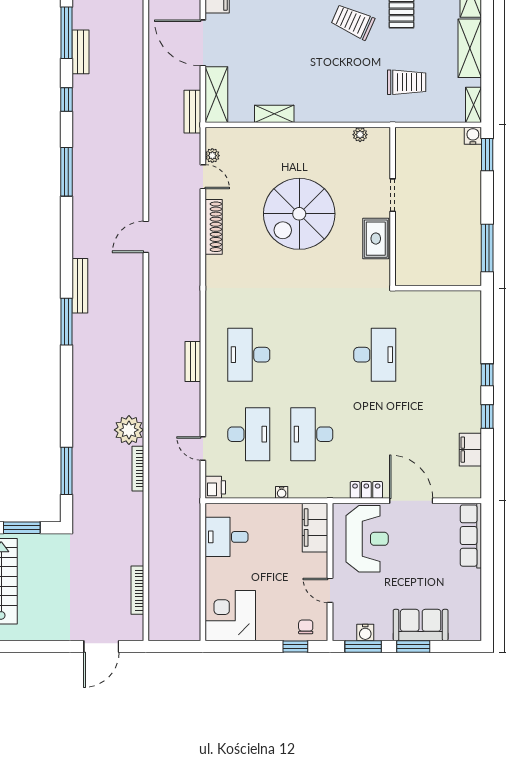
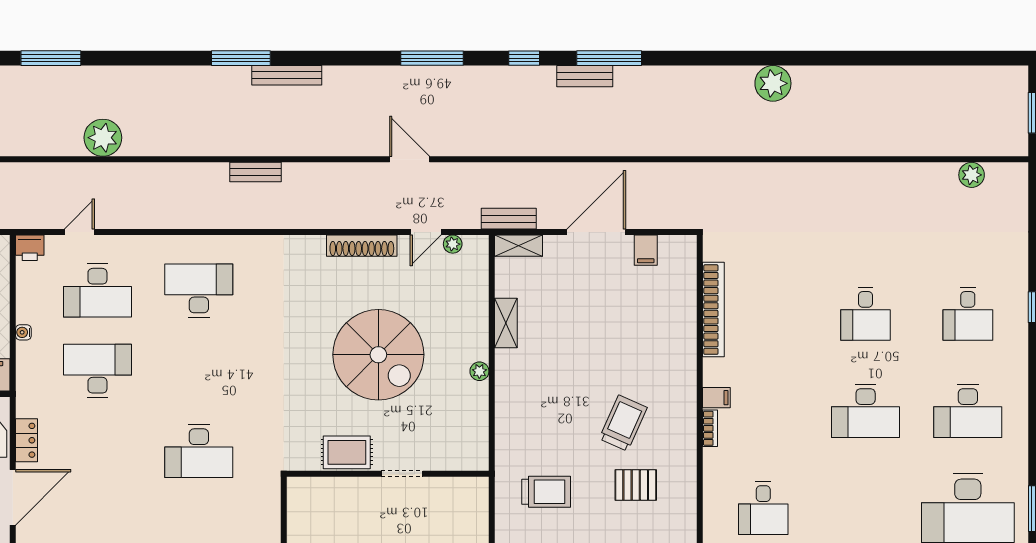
trolley: (407, 82) -> (546, 492), turned -90
shelving: (216, 95) -> (518, 246), width x0.67, depth x0.75
plant: (360, 135) -> (479, 371), moved
spiral stairs: (299, 214) -> (378, 355), turned 180
door: (146, 237) -> (410, 159), moved
bench: (193, 361) -> (255, 172), moved
bookcase: (138, 469) -> (54, 149), removed

